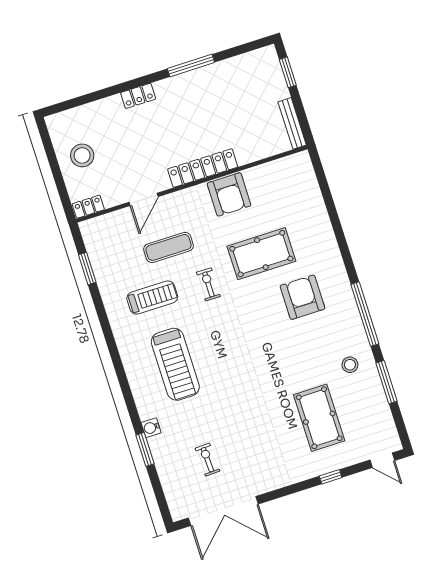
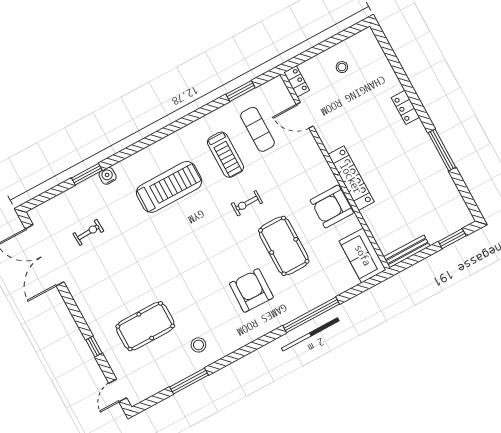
stool: (82, 155) -> (342, 67), width x0.53, depth x0.53
sofa: (287, 171) -> (363, 255), added
door: (144, 199) -> (305, 115), moved
exercise mat: (168, 247) -> (258, 129), moved
exercise bike: (208, 284) -> (247, 203), turned 180
armchair: (302, 297) -> (251, 290), turned -89
window: (365, 314) -> (311, 315), moved
treadmill: (175, 364) -> (169, 187), turned 180

